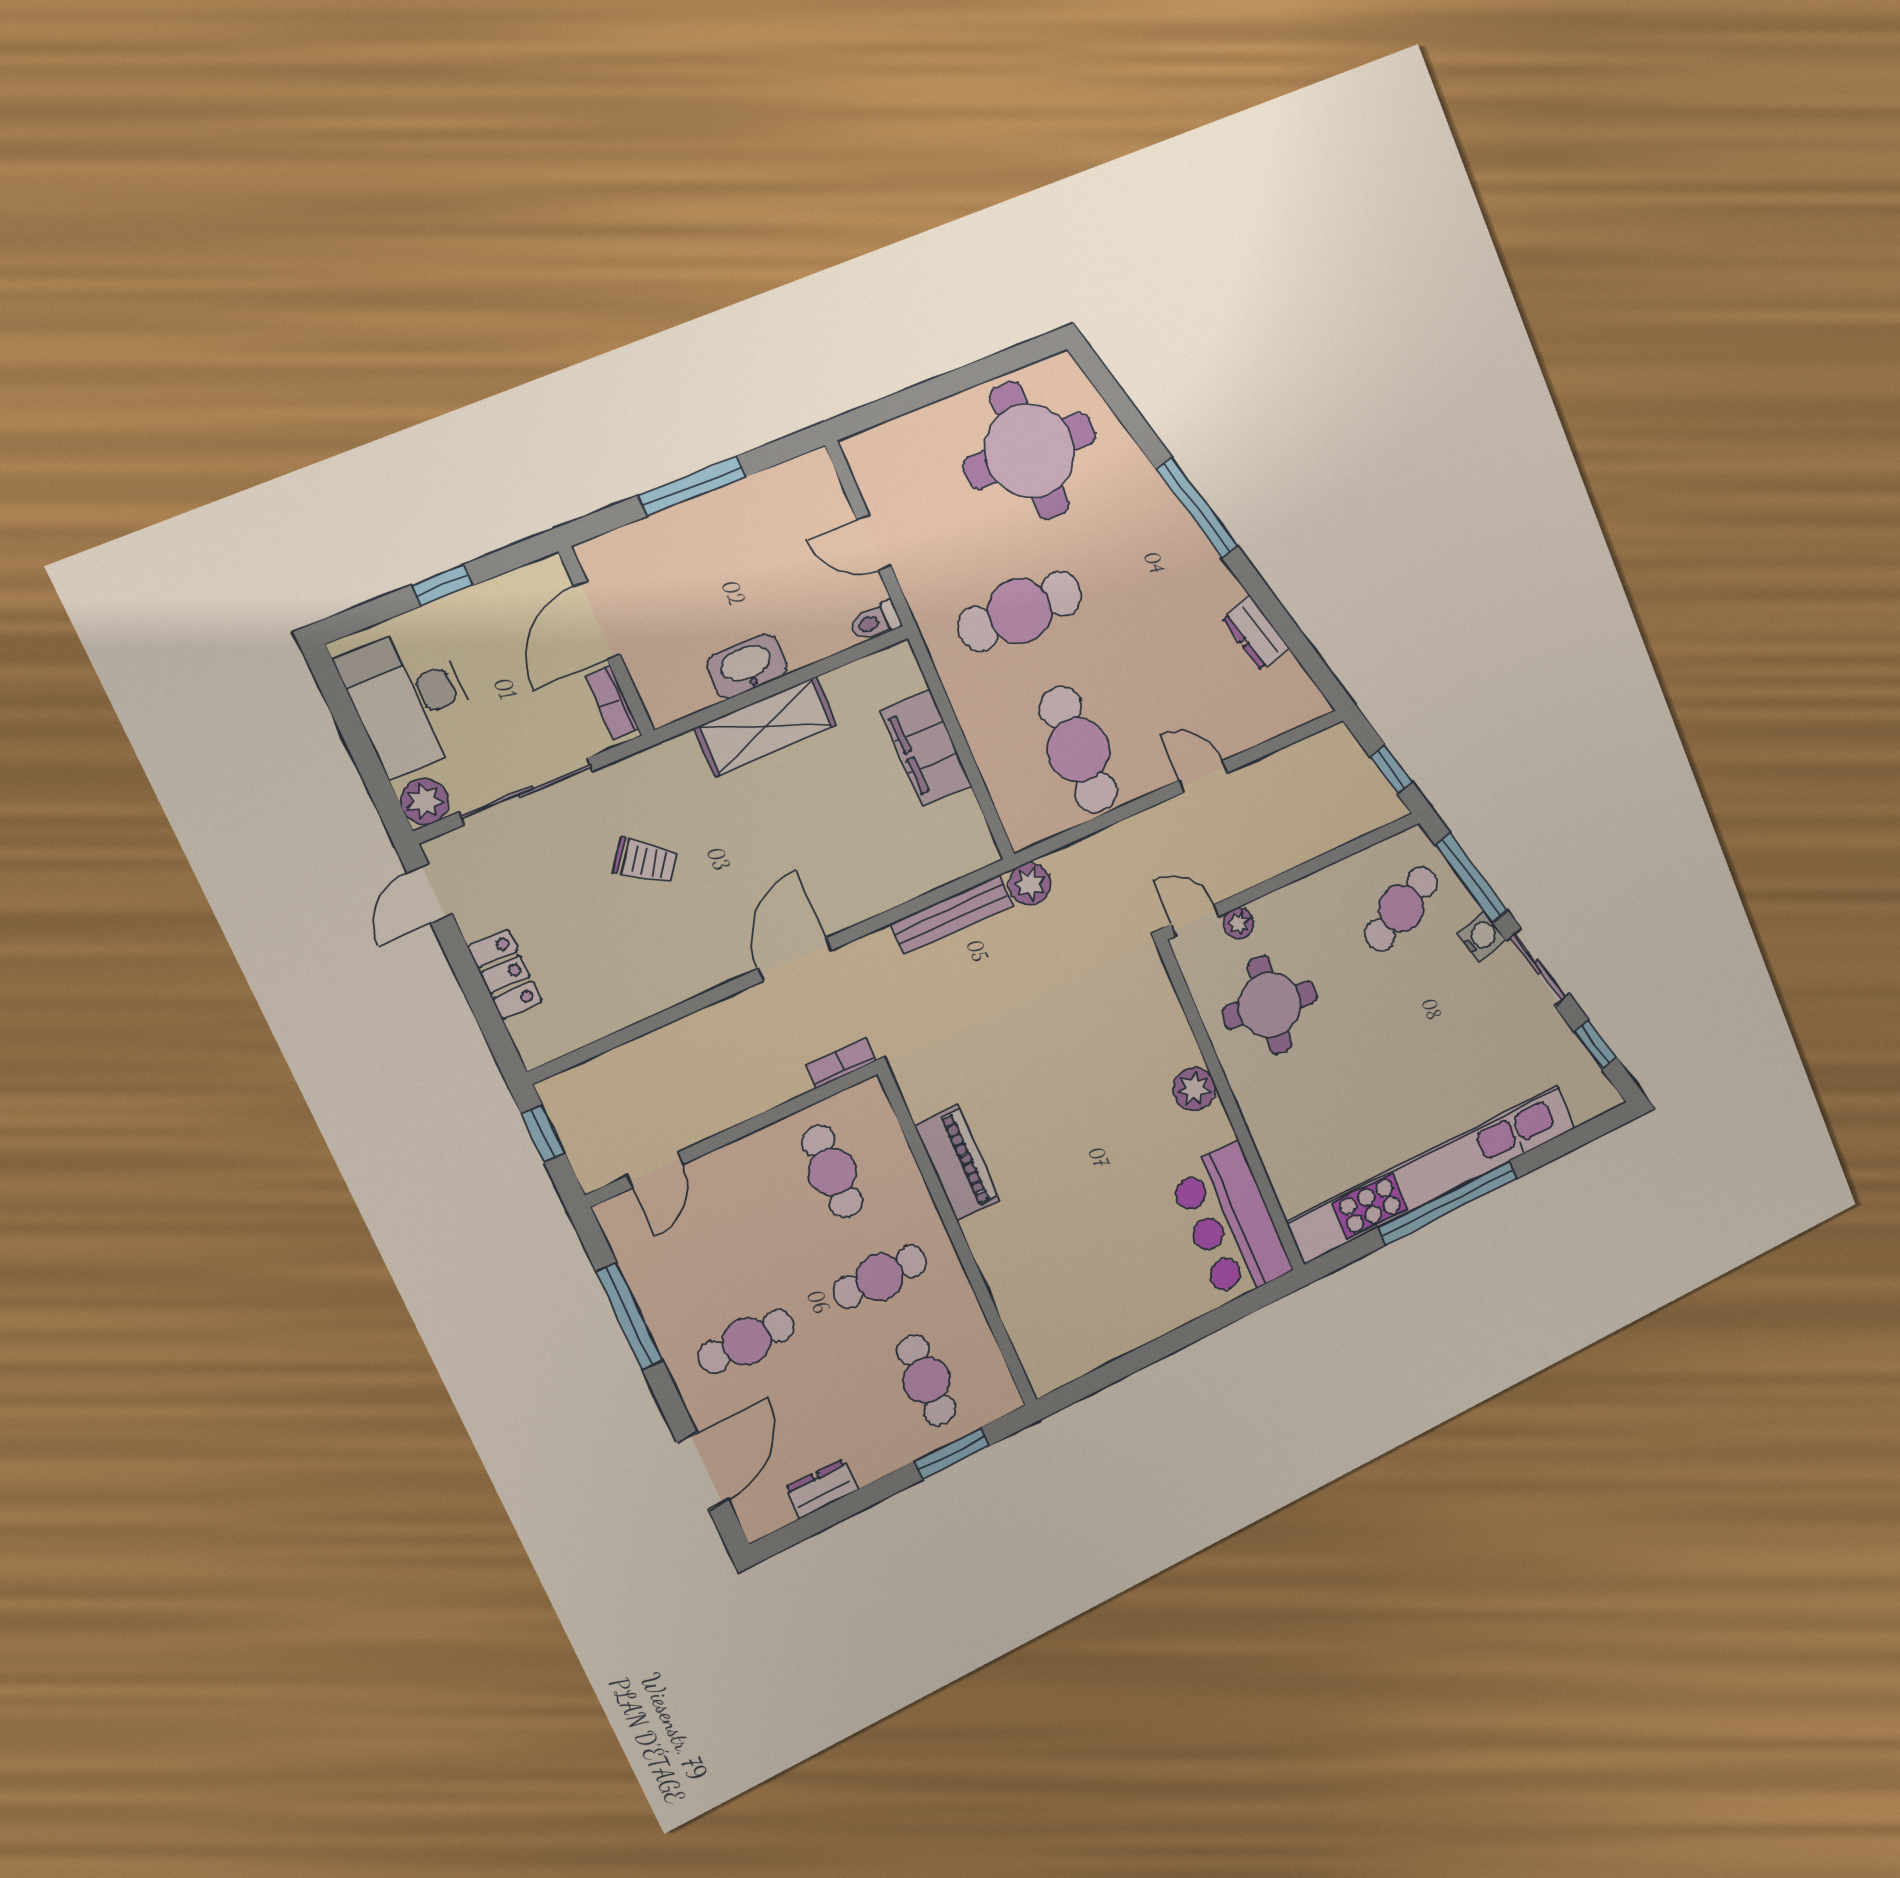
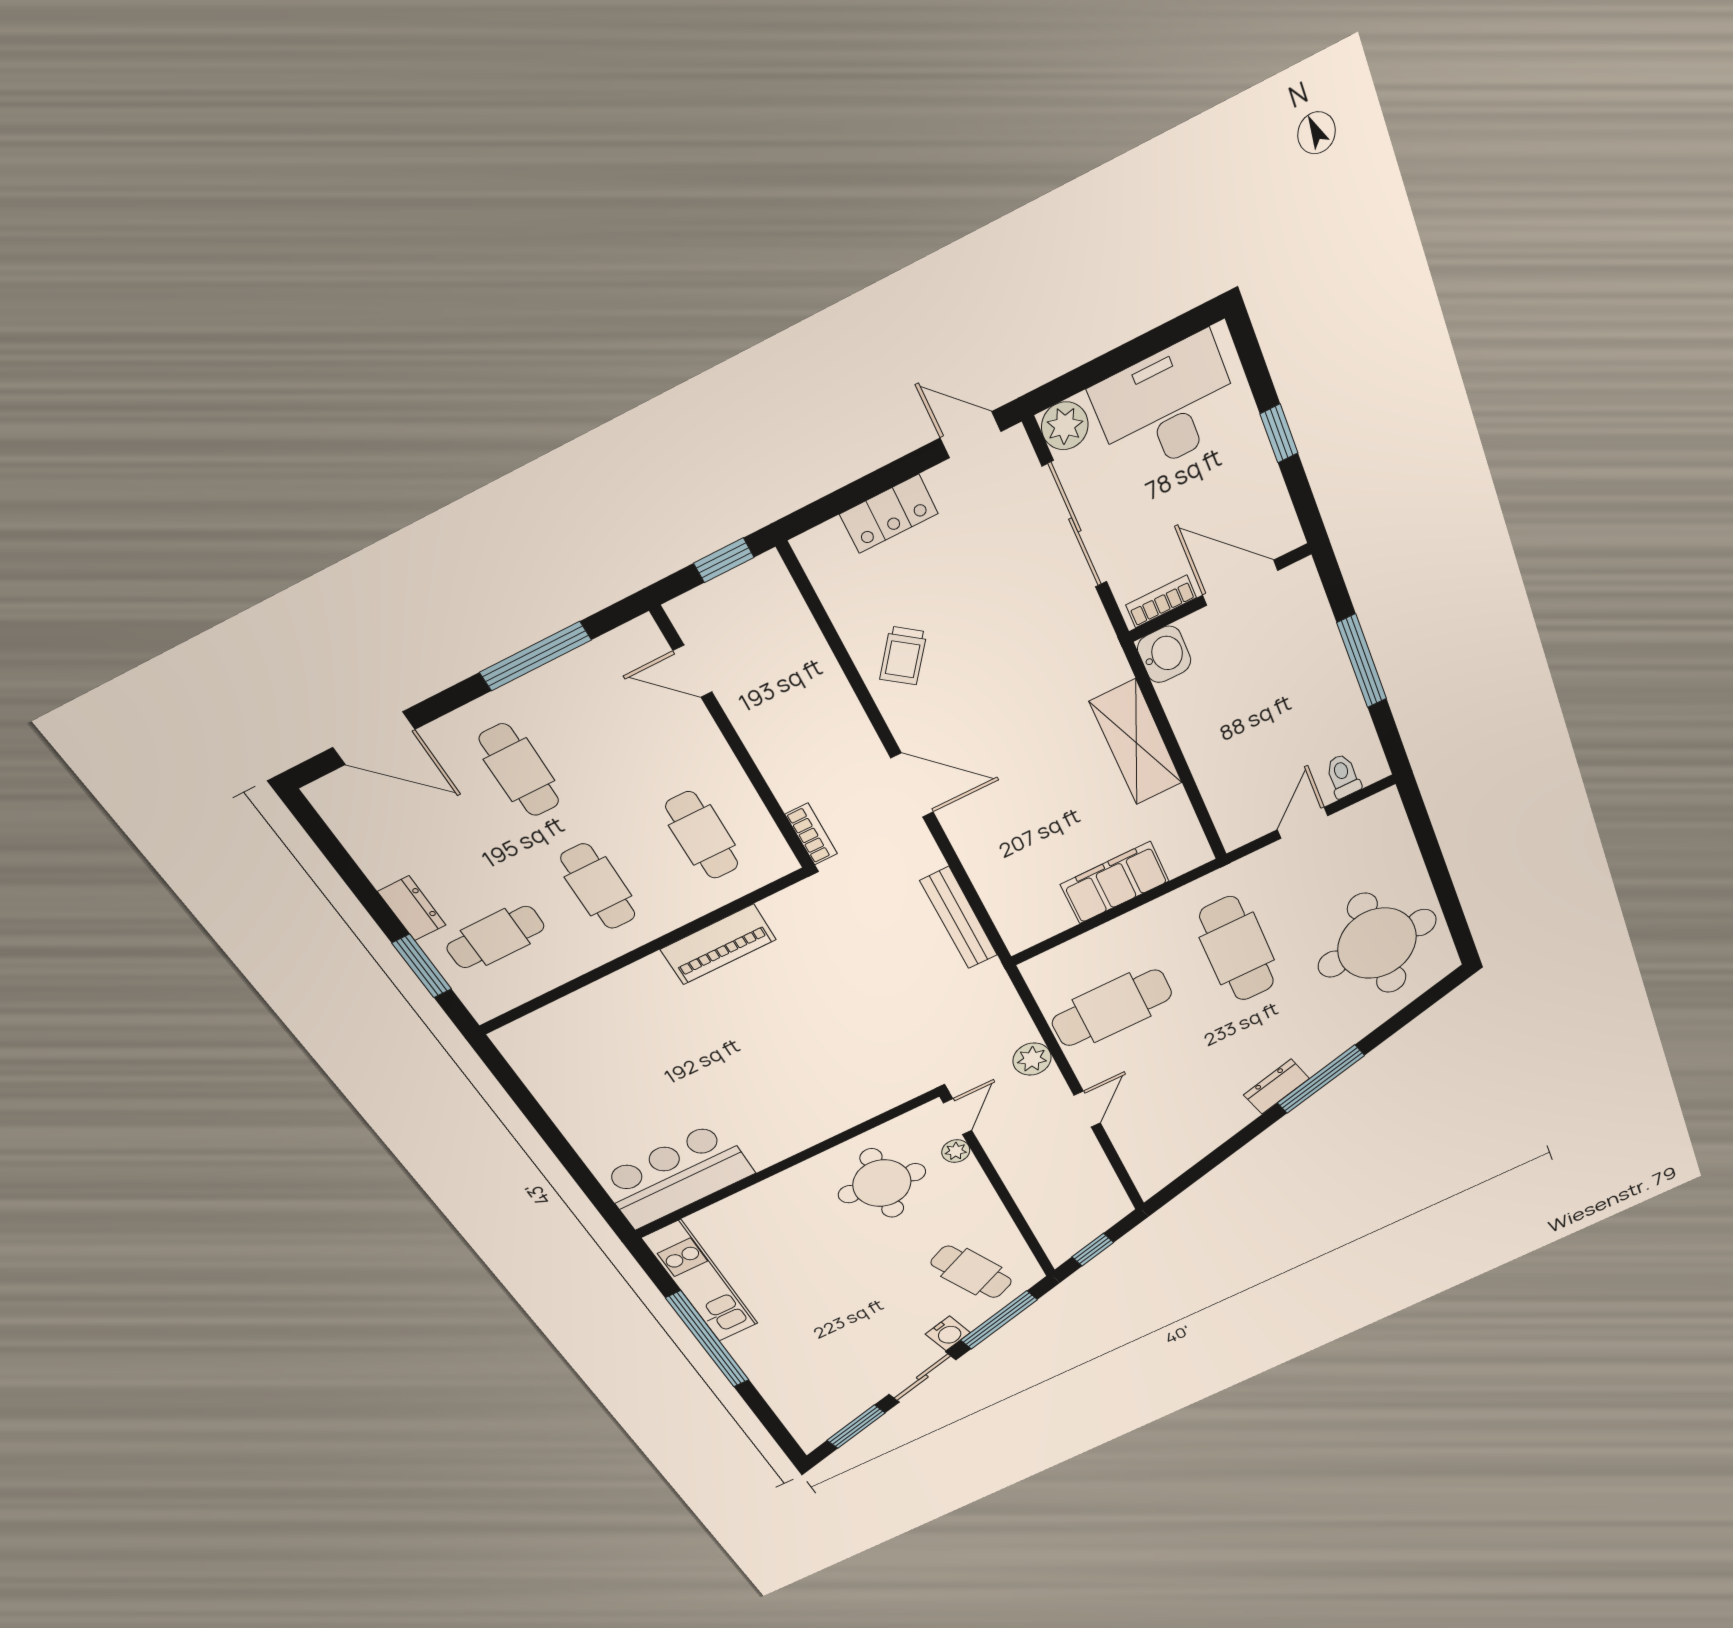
toilet: (875, 621) -> (1343, 776), moved
dresser: (1256, 633) -> (1276, 1087), moved
washbasin: (747, 666) -> (1164, 654), moved, width x0.72
trolley: (645, 861) -> (903, 656), moved
plant: (1030, 884) -> (1032, 1059), moved
window: (1595, 1045) -> (856, 1427), width x1.50
plant: (1194, 1089) -> (801, 1133), removed
cafe table: (832, 1172) -> (702, 835), turned 90
kitchen unit: (1433, 1174) -> (701, 1281), width x0.54
dresser: (821, 1489) -> (412, 908), moved

